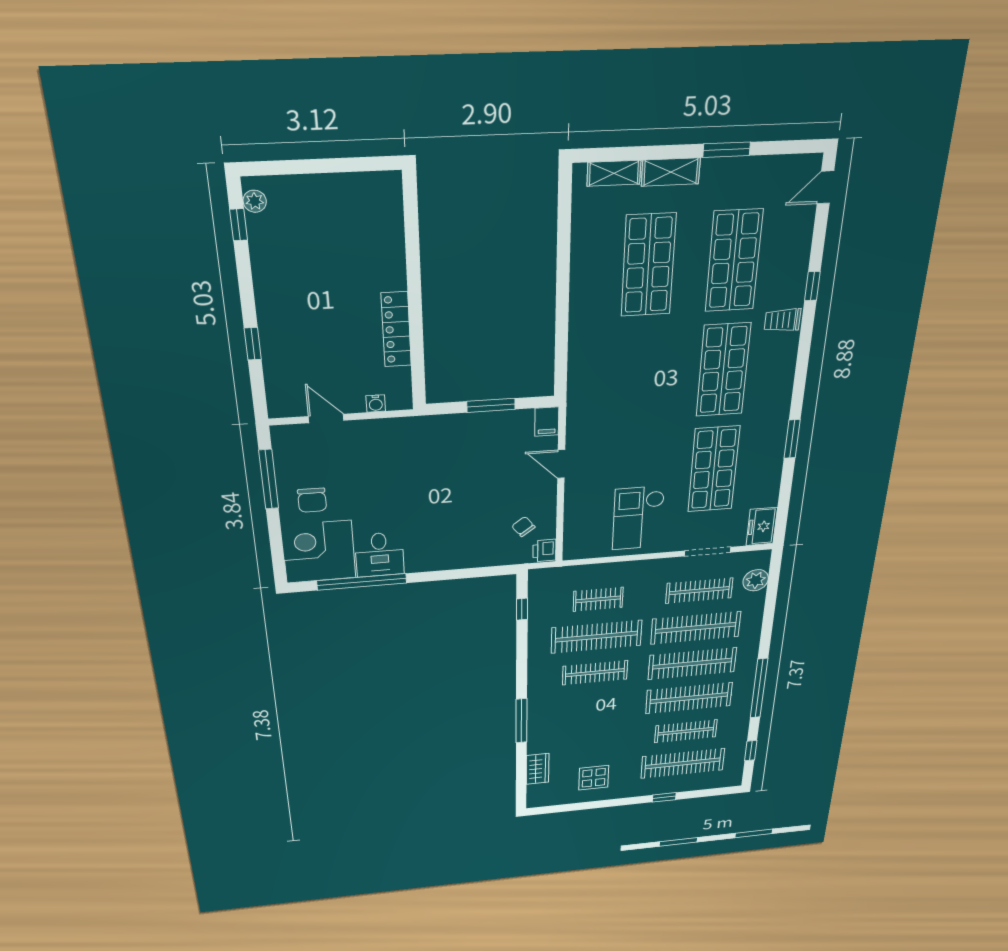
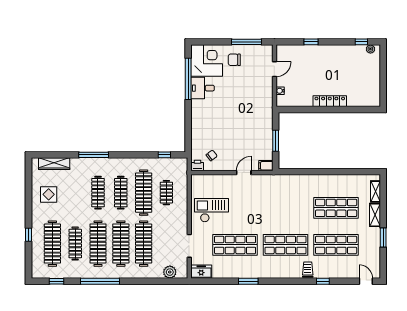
locker: (396, 329) -> (330, 101), moved
clothes rail: (699, 591) -> (98, 193), moved
wardrobe: (538, 769) -> (54, 164), width x1.50

